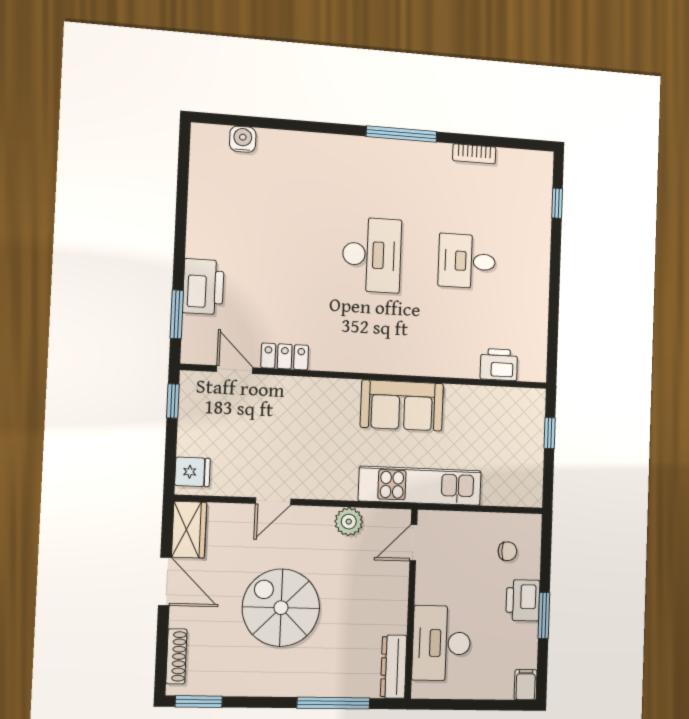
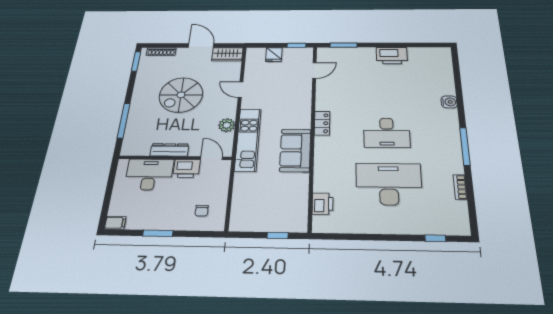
water cooler: (243, 139) -> (449, 102), moved
desk: (467, 261) -> (389, 184), width x1.87, depth x1.30
printer: (203, 287) -> (392, 56), moved
locker: (285, 356) -> (322, 123), moved
fridge: (192, 472) -> (274, 55), moved
kitchen unit: (420, 486) -> (248, 140), moved
door: (165, 581) -> (201, 46), swing flipped
printer: (523, 600) -> (186, 168), moved, turned 180
spiral stairs: (281, 608) -> (181, 95), turned 180
dresser: (394, 667) -> (169, 150), moved

